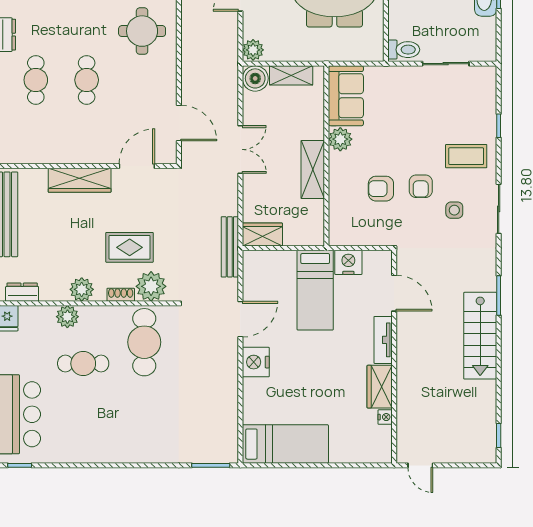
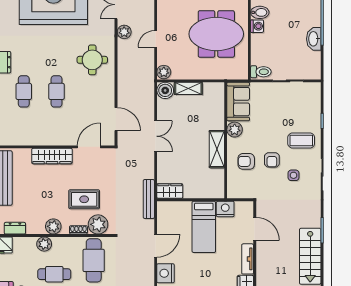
sofa: (346, 96) -> (238, 102), moved
plant: (340, 139) -> (235, 130), moved
wall: (326, 156) -> (226, 140), moved
shelving: (313, 170) -> (217, 149), moved

